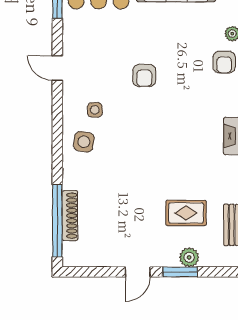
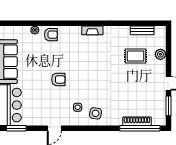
rug: (186, 213) -> (135, 56), turned 90
window: (180, 272) -> (168, 106), moved

